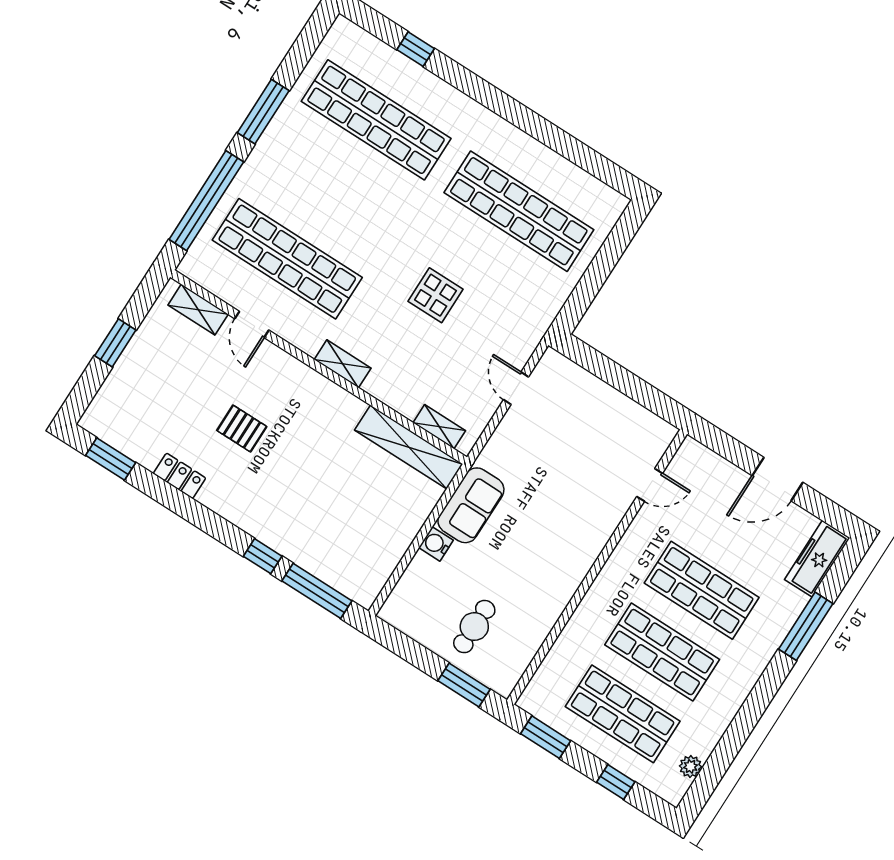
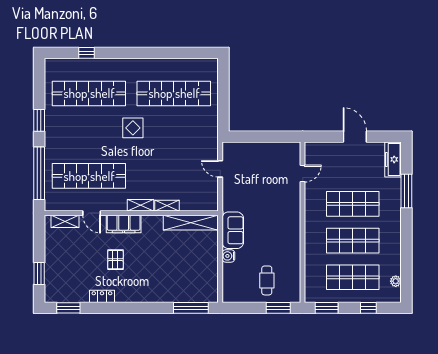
window: (263, 112) -> (39, 120), width x0.69
display table: (435, 295) -> (133, 128), moved
window: (115, 343) -> (39, 273), moved
filing cabinet: (294, 377) -> (124, 224), added
shelving: (439, 427) -> (167, 206), moved
pallet: (242, 428) -> (115, 260), turned 90
door: (777, 479) -> (355, 137), swing flipped
window: (263, 556) -> (159, 308), removed

